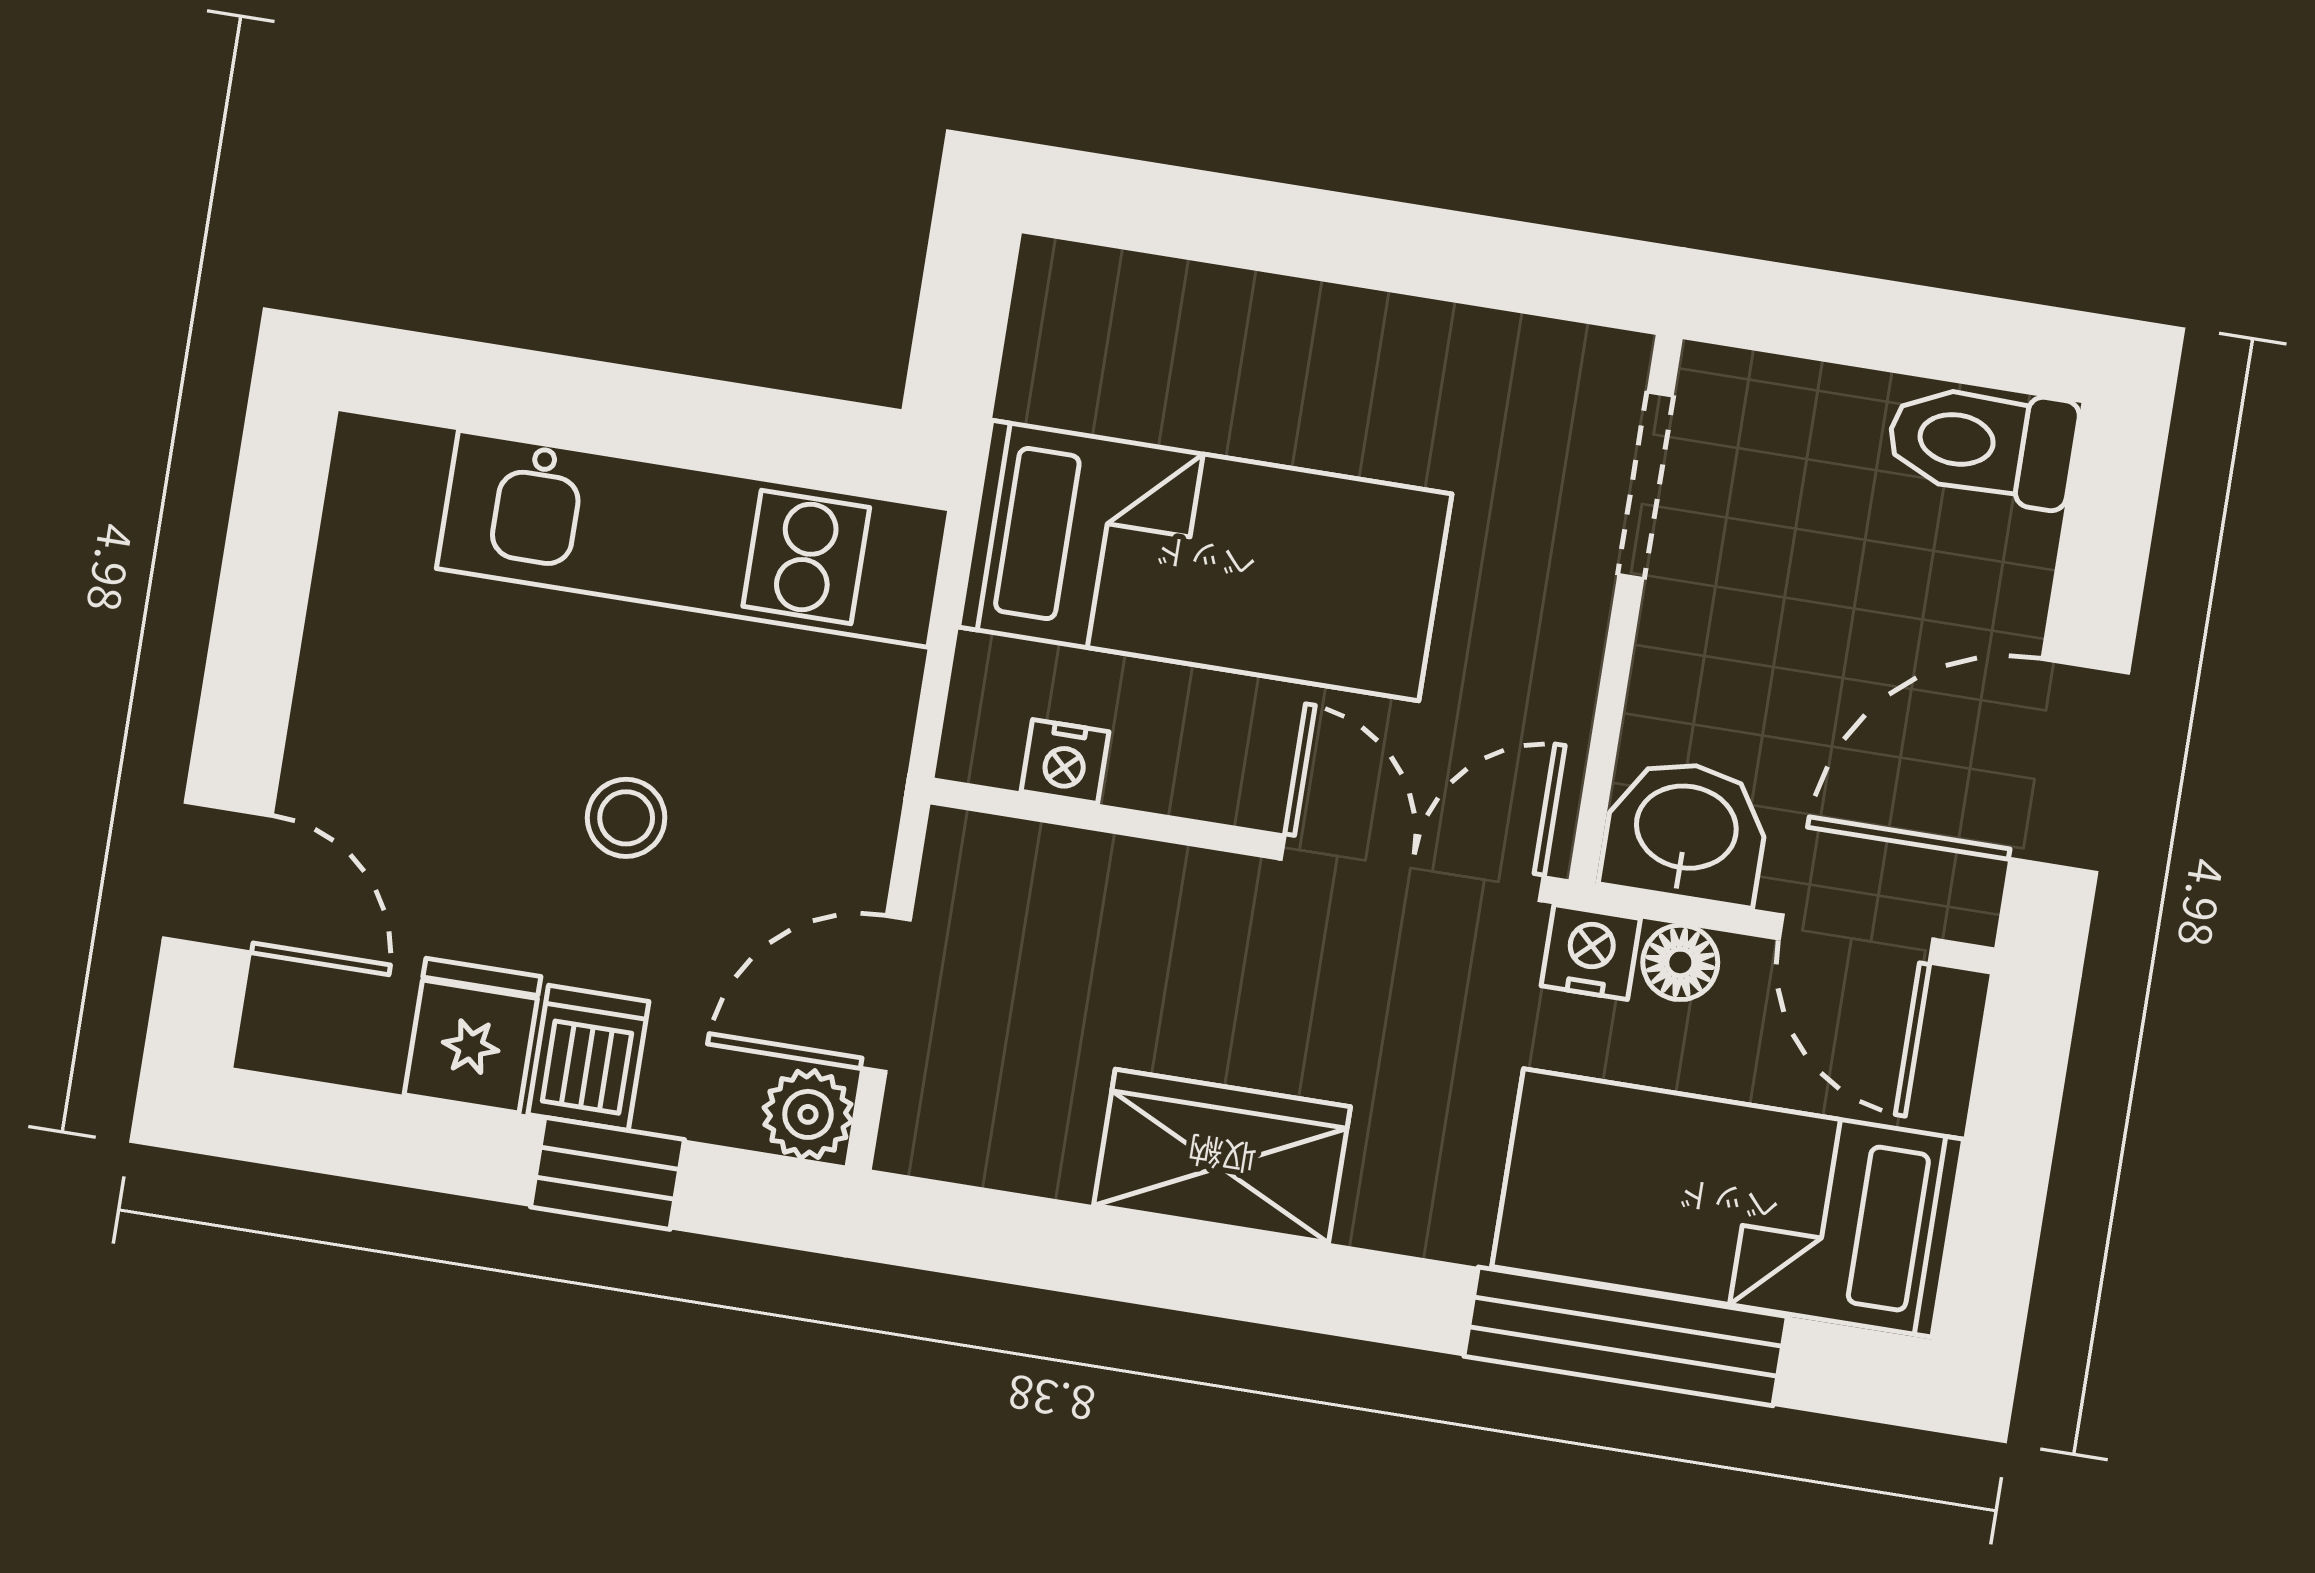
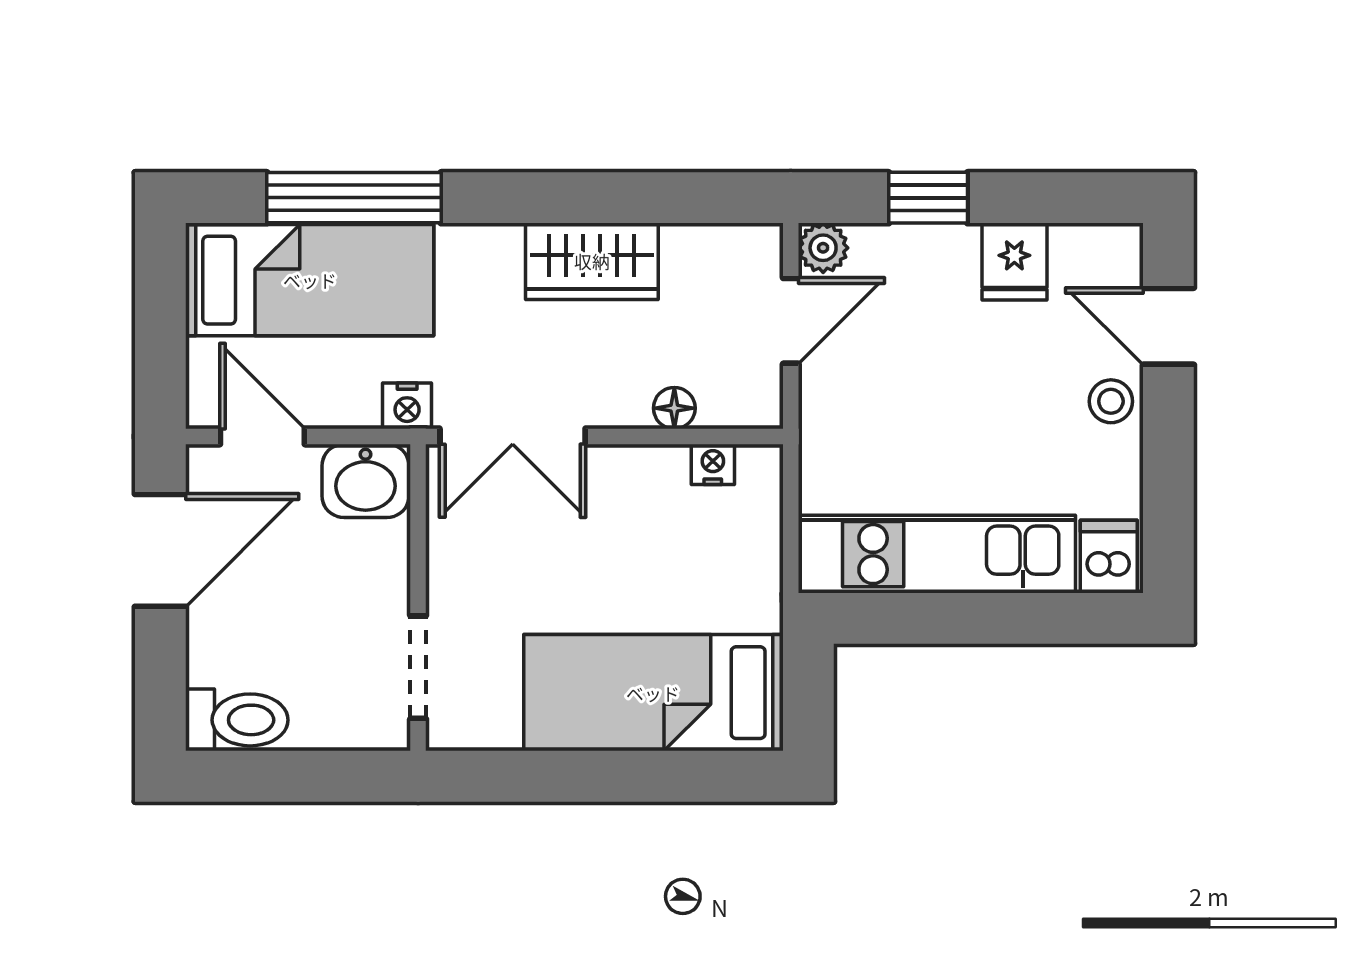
bed: (1205, 560) -> (653, 693), moved
stool: (626, 818) -> (1111, 401), moved
floor lamp: (1680, 962) -> (674, 408), moved
dishwasher: (588, 1058) -> (1109, 557), moved, turned 180

